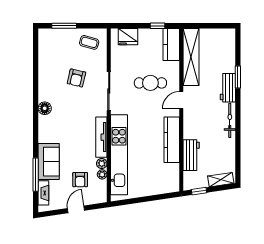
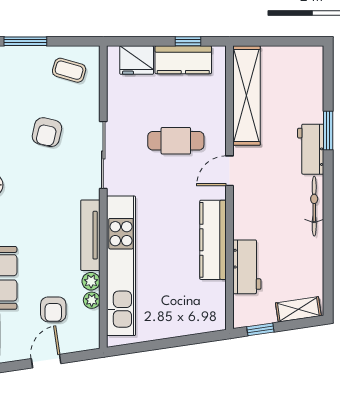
kitchen counter: (171, 44) -> (183, 60), moved, turned -90

